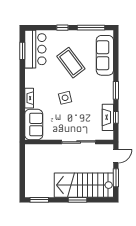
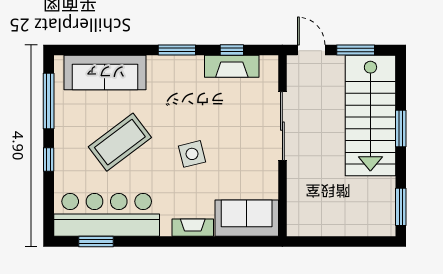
bar counter: (35, 49) -> (107, 215), width x1.36

